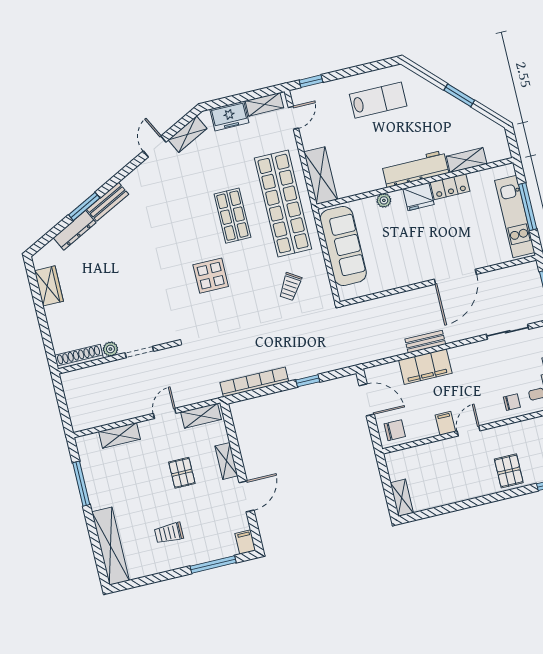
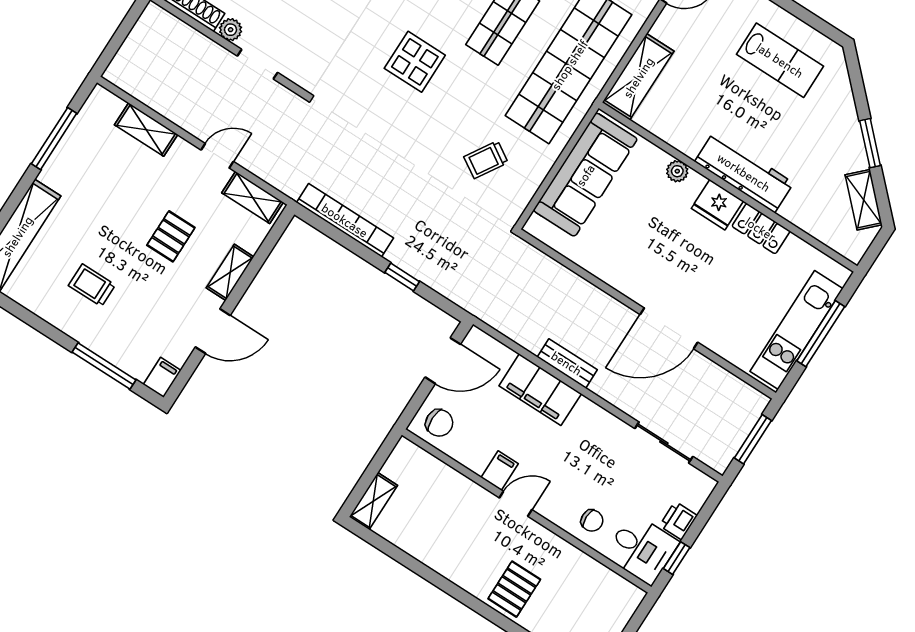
shelving: (467, 160) -> (864, 200), moved, turned 45
door: (367, 400) -> (443, 361), hinge flipped

